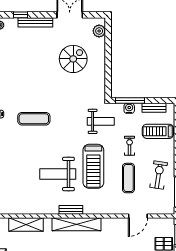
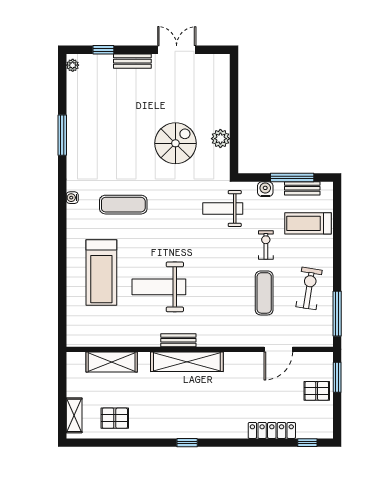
bench: (35, 22) -> (132, 61), width x0.73
plant: (99, 31) -> (220, 139), moved
spiral stairs: (73, 59) -> (175, 143), moved
window: (130, 100) -> (292, 177), moved
weight bench: (101, 121) -> (223, 209), turned 180
treadmill: (93, 166) -> (101, 273), moved

